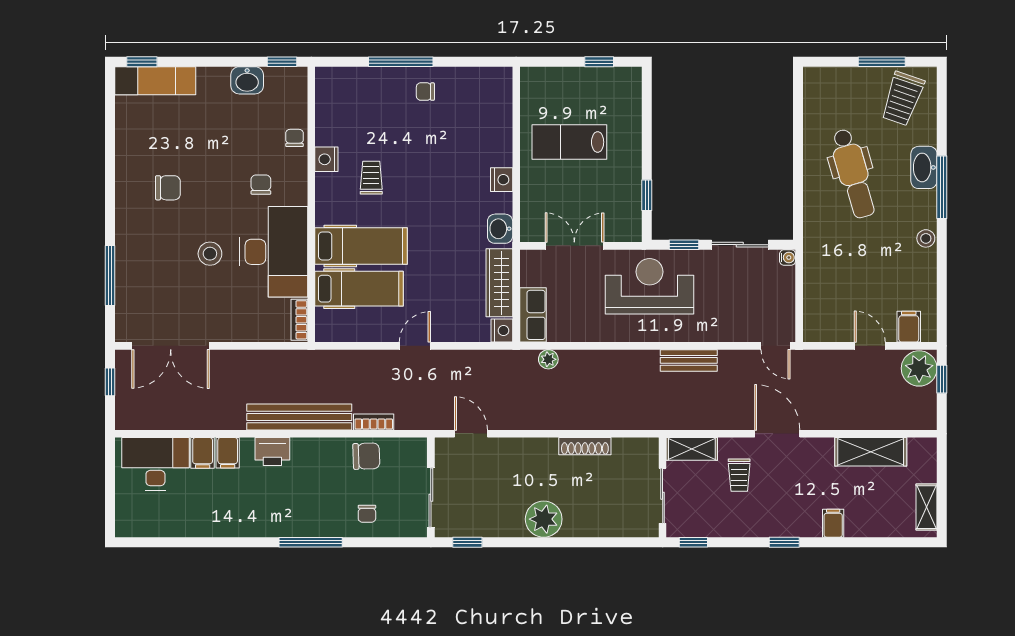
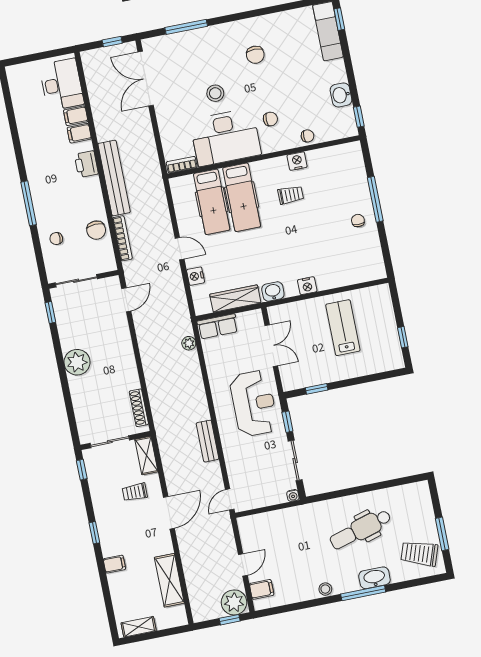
nightstand: (502, 331) -> (196, 276), moved, turned 90
bookcase: (374, 422) -> (122, 238), width x1.56
shoe rack: (585, 446) -> (139, 408), moved

